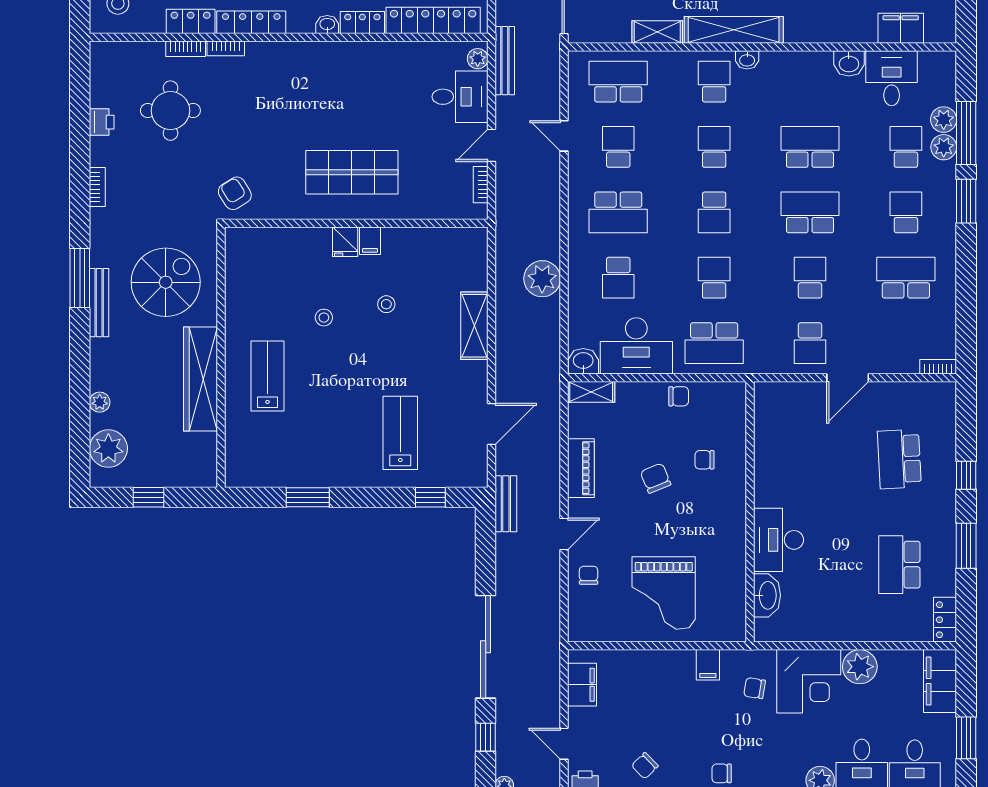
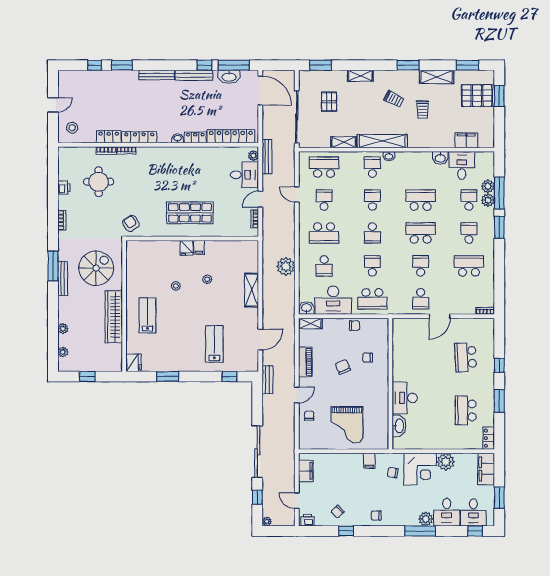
plant: (108, 449) -> (63, 352), width x0.53, depth x0.53
fridge: (240, 470) -> (133, 363), added

